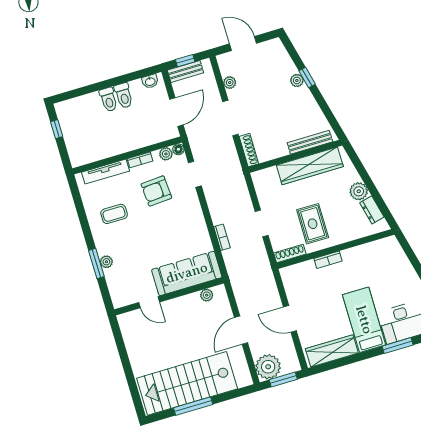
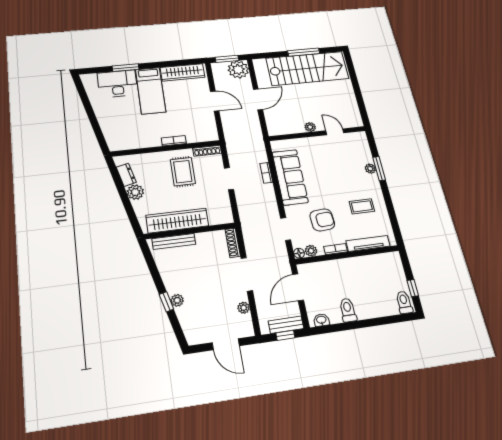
toilet: (109, 100) -> (404, 302), moved
sofa: (187, 273) -> (290, 177), moved, turned -90
plant: (207, 295) -> (310, 127), moved

